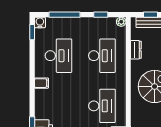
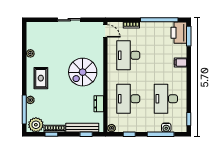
water cooler: (40, 22) -> (166, 128), moved
filing cabinet: (42, 83) -> (181, 62), moved

